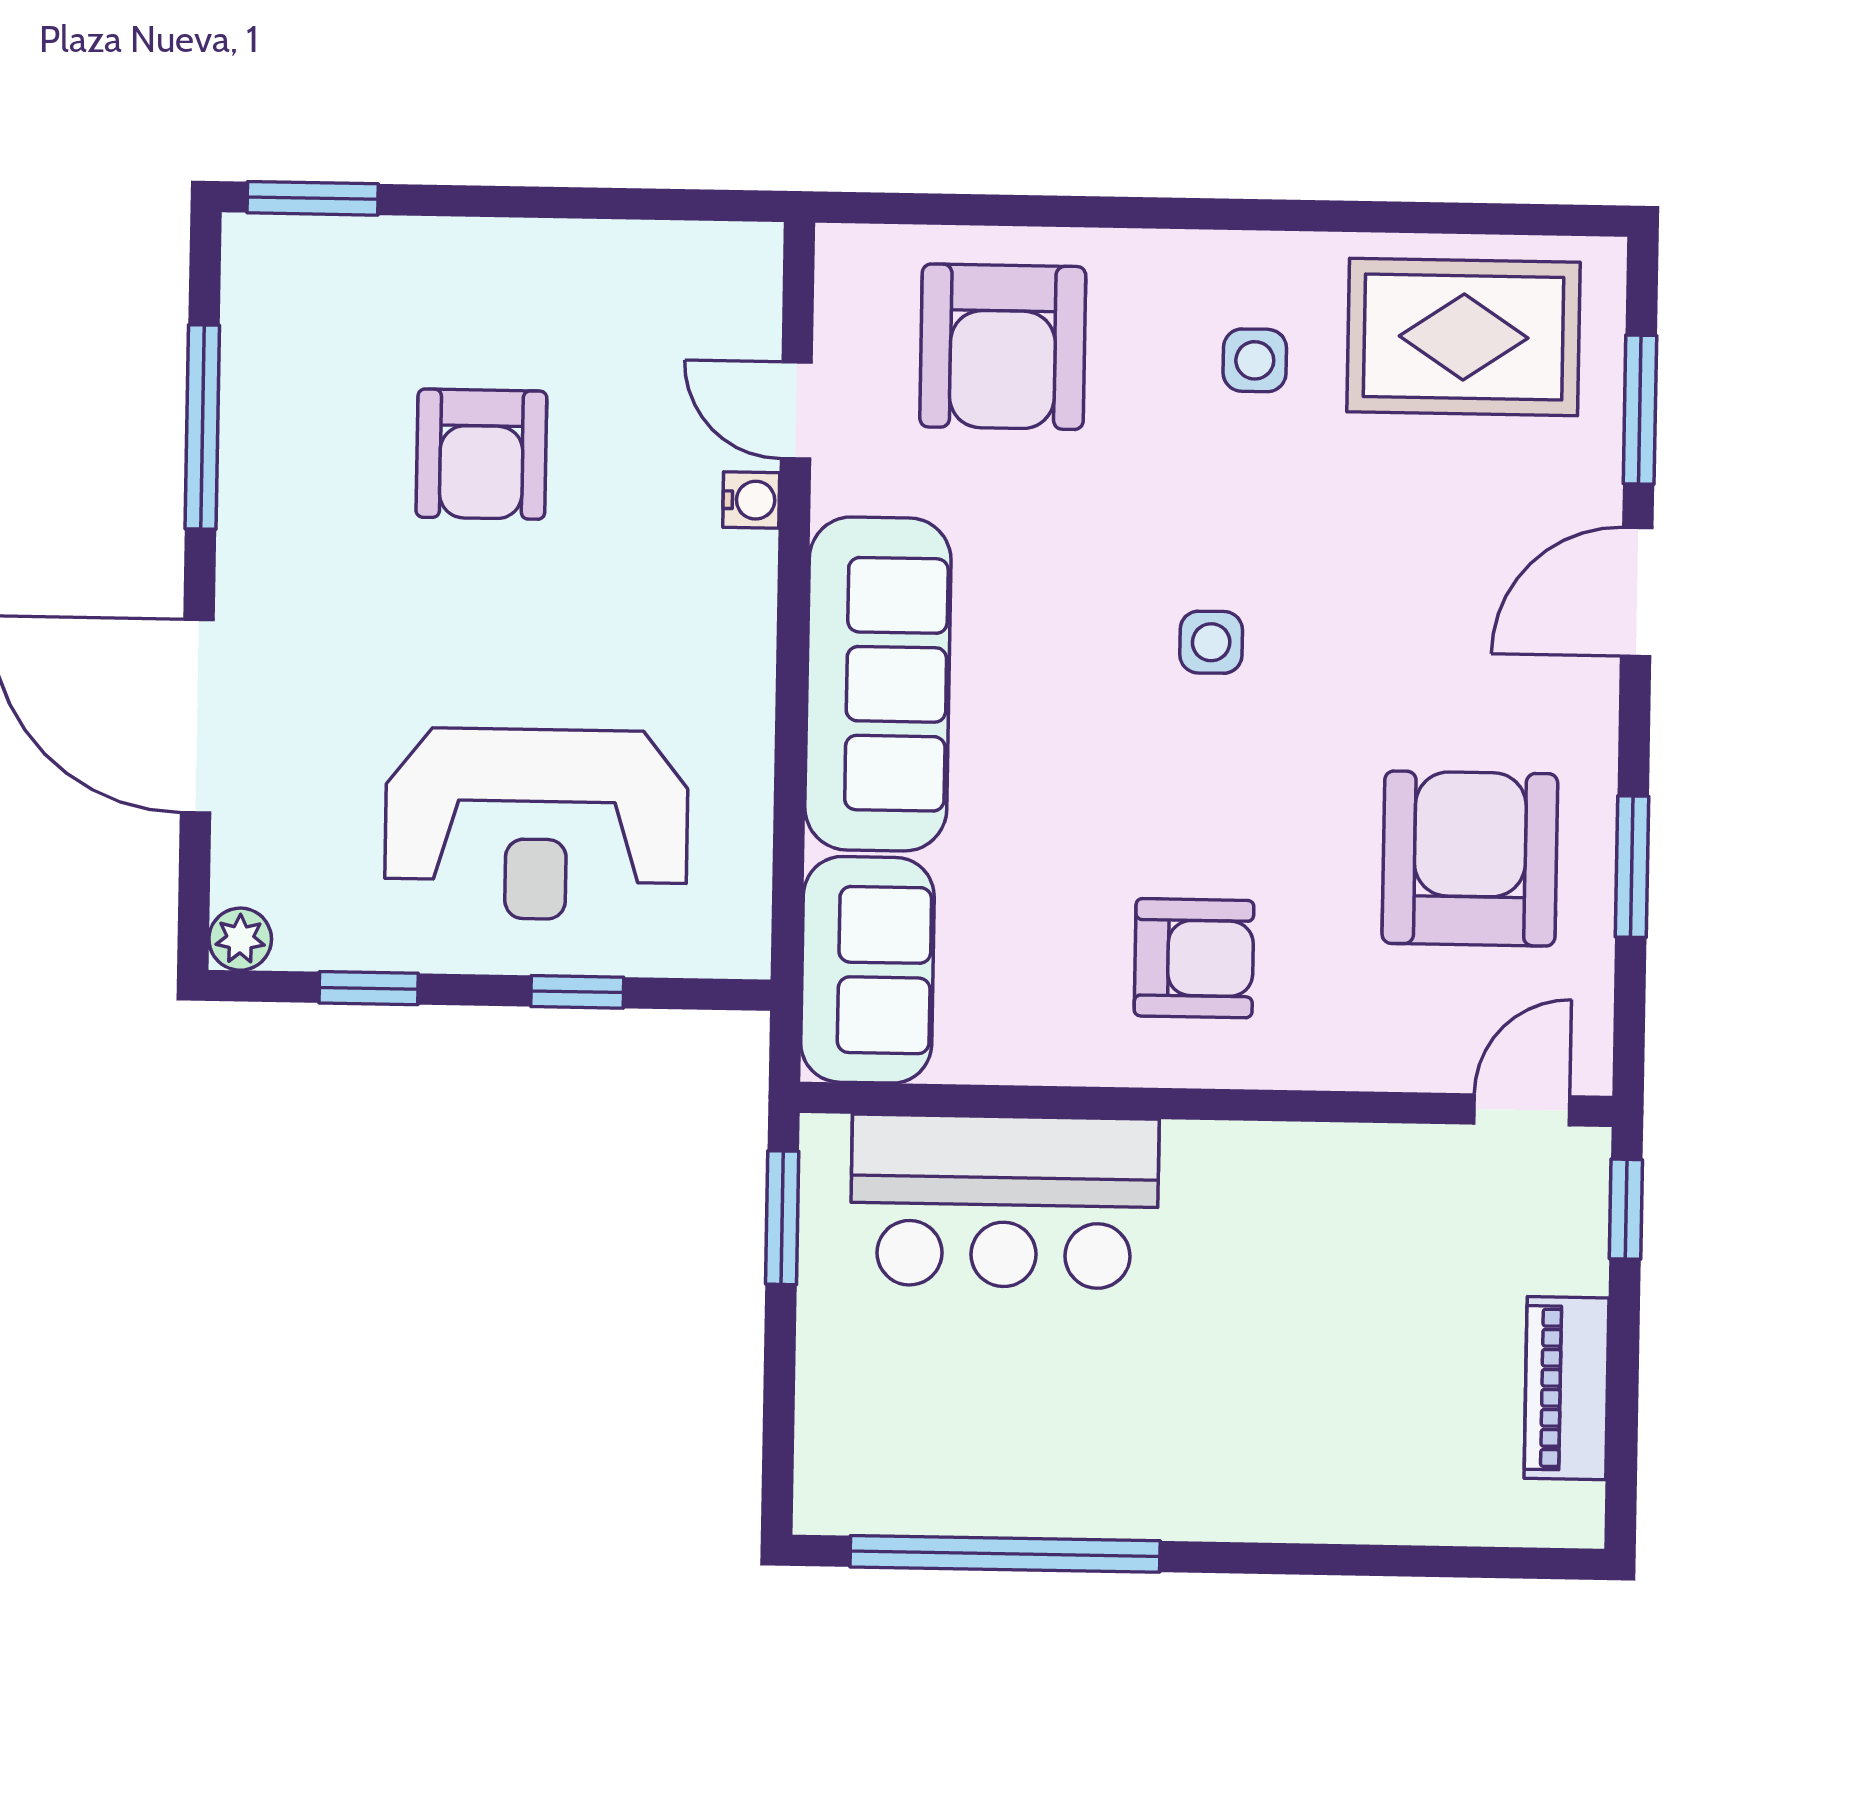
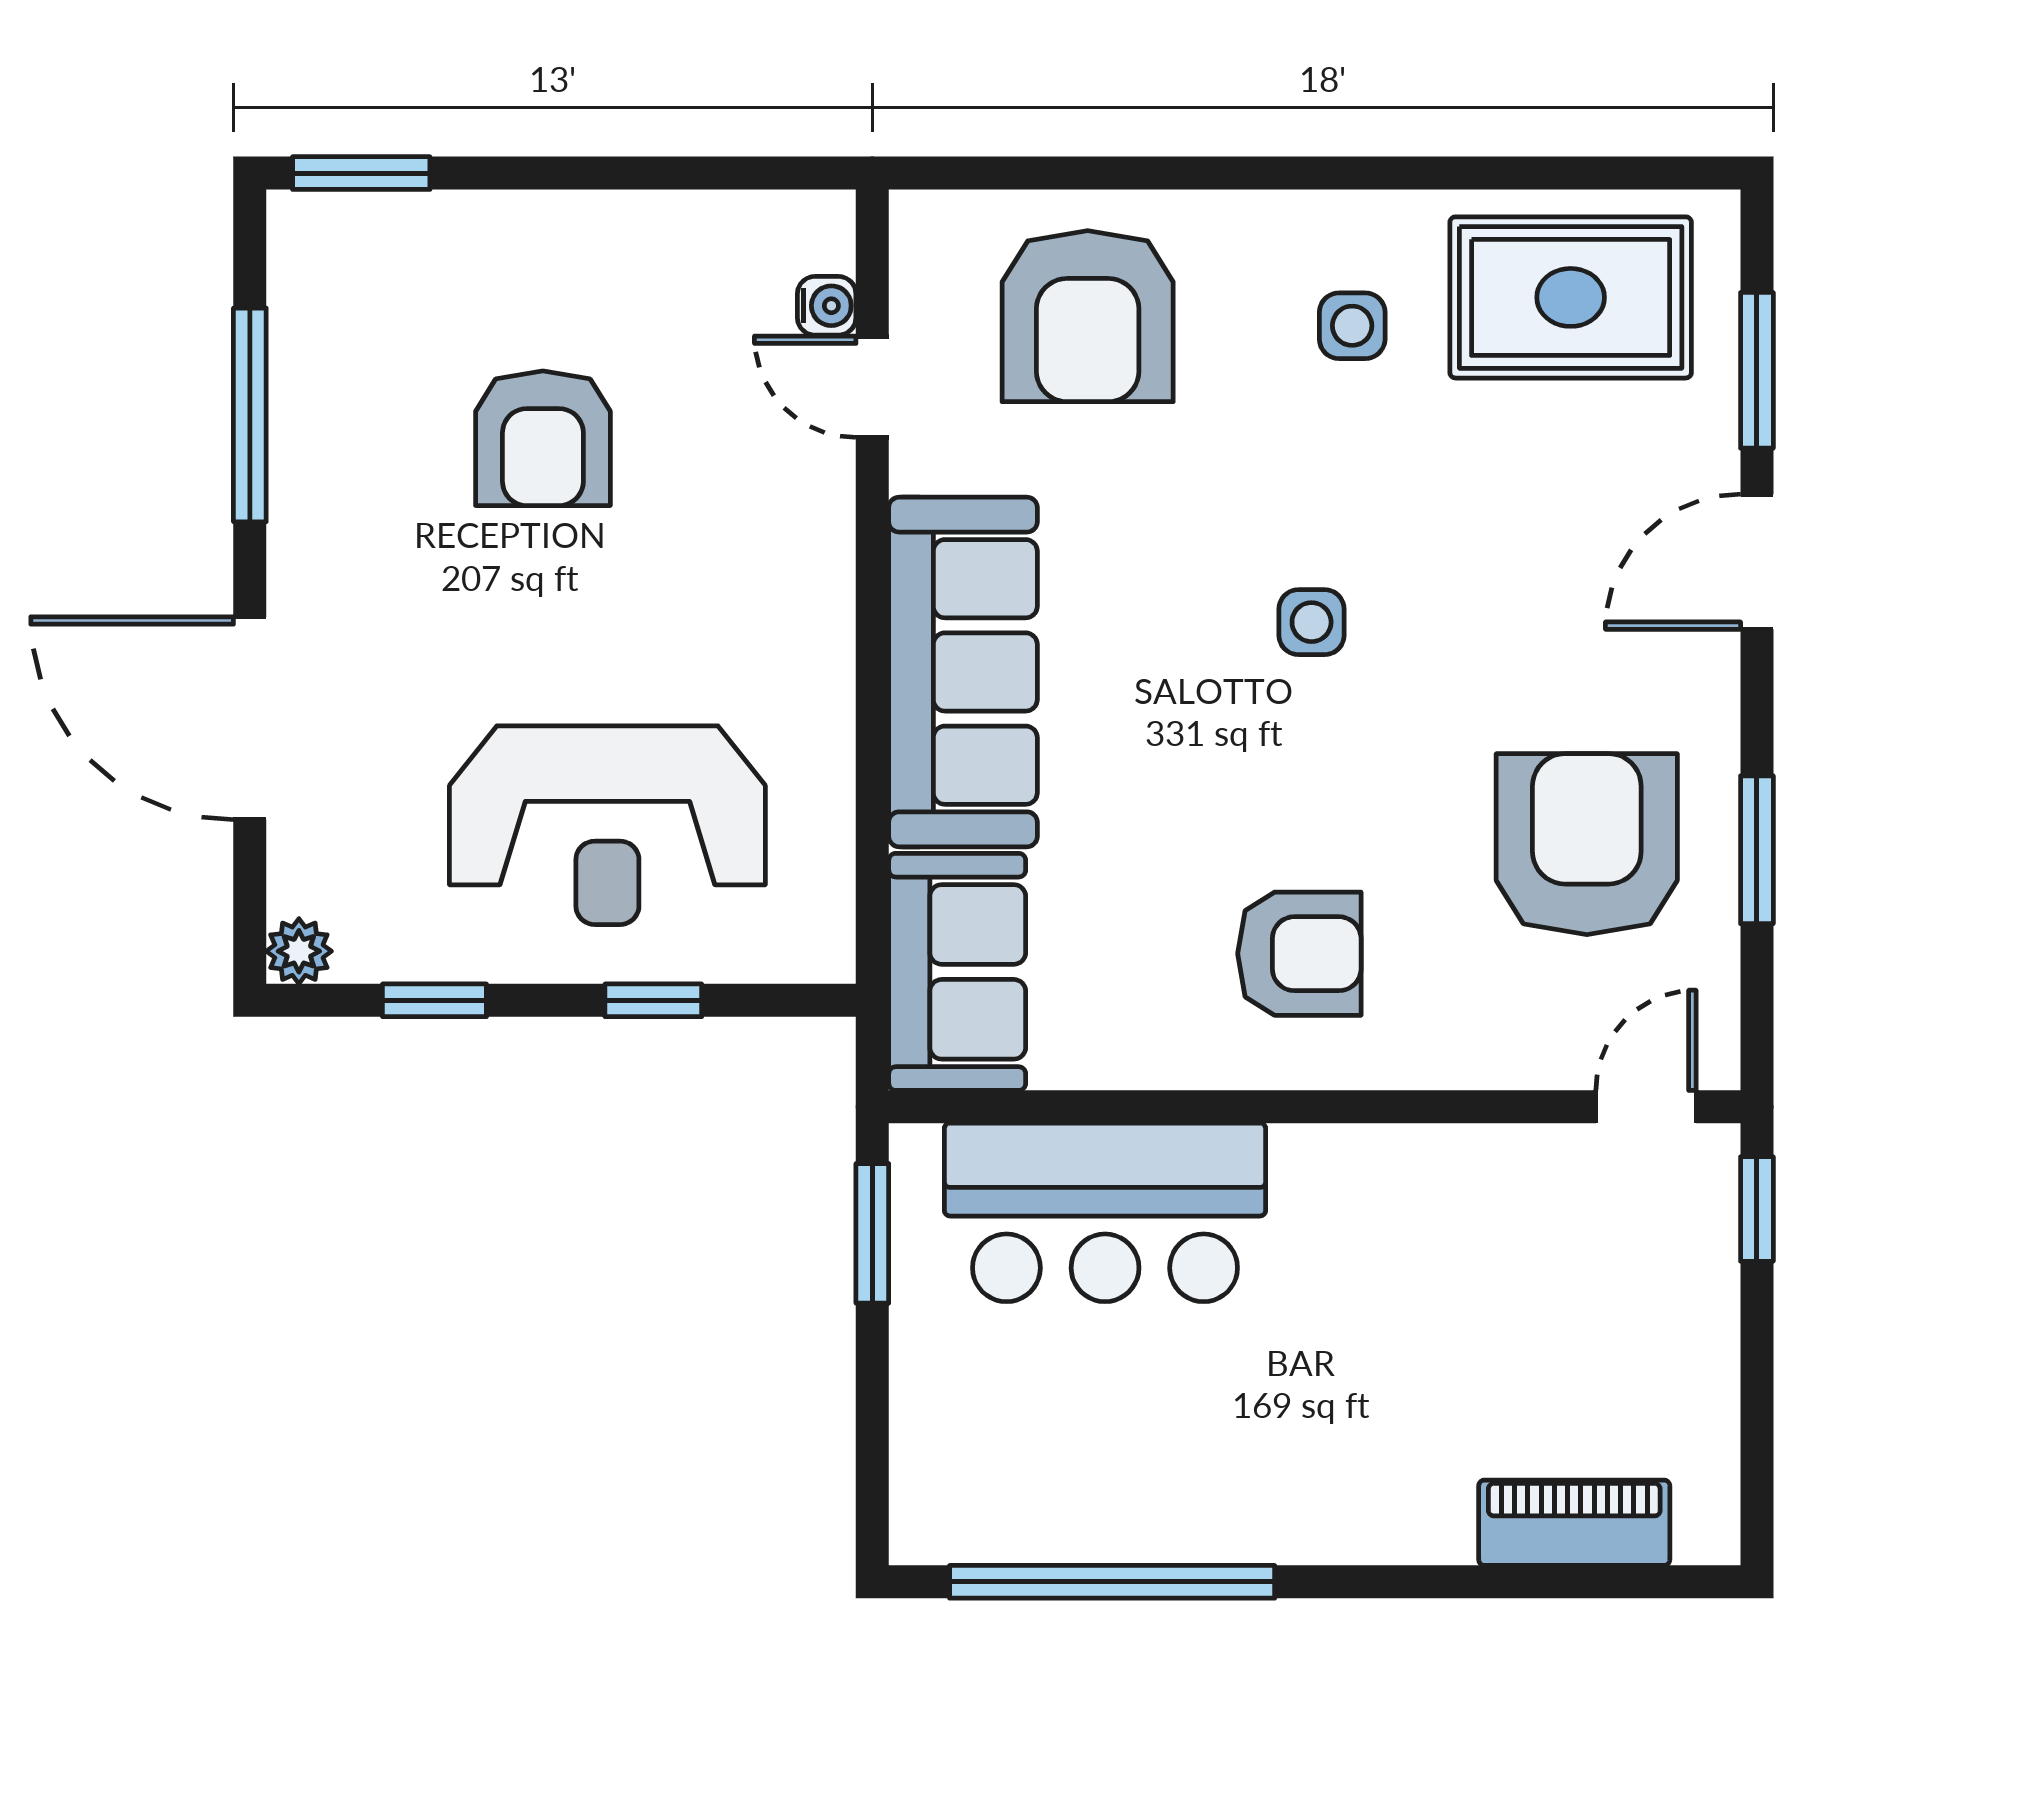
water cooler: (751, 500) -> (827, 306), moved
piano: (1566, 1388) -> (1574, 1523), moved, turned 90

